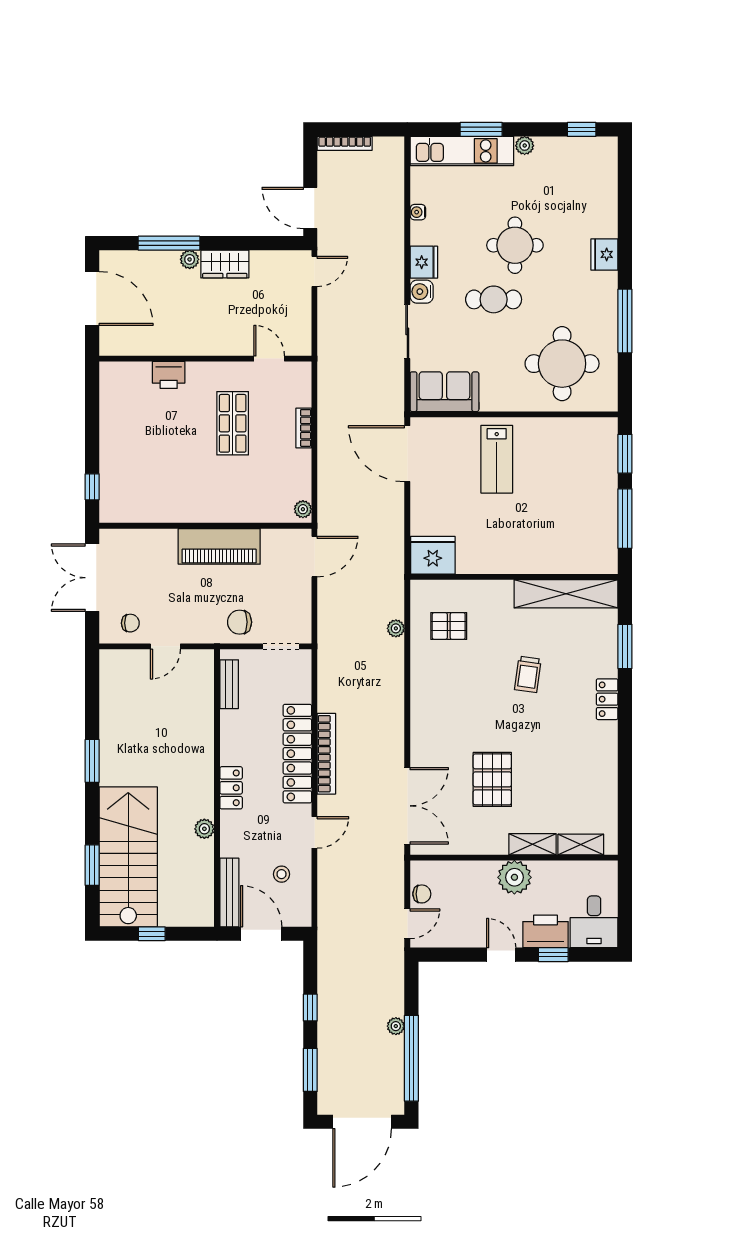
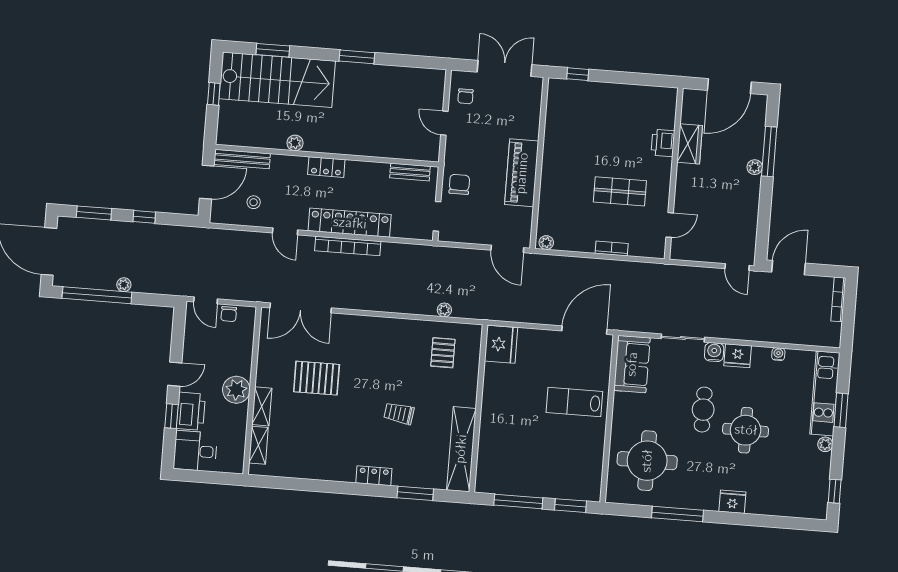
wardrobe: (225, 264) -> (690, 144), moved, turned 180

